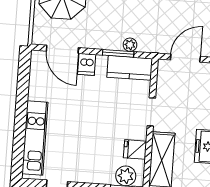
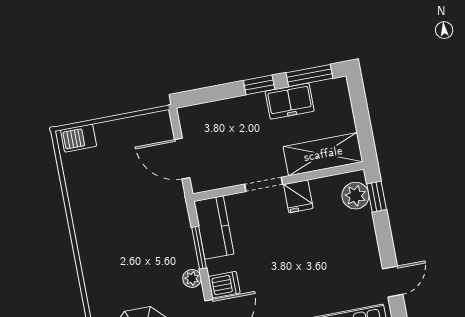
plant: (130, 45) -> (192, 278), moved
fridge: (135, 149) -> (298, 196), moved

